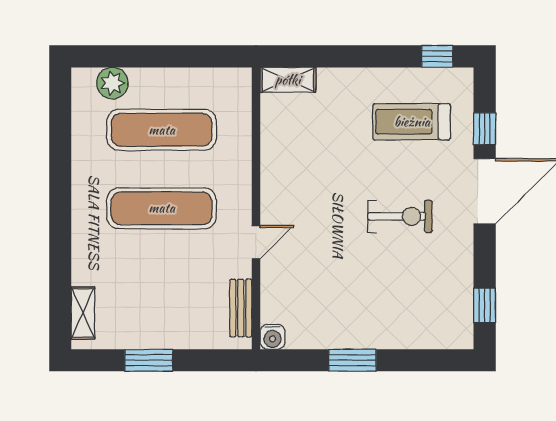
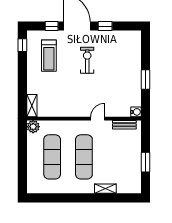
plant: (112, 83) -> (33, 127), moved
door: (256, 242) -> (98, 119), hinge flipped
window: (485, 305) -> (105, 26), moved
shelving: (83, 313) -> (105, 189), moved

